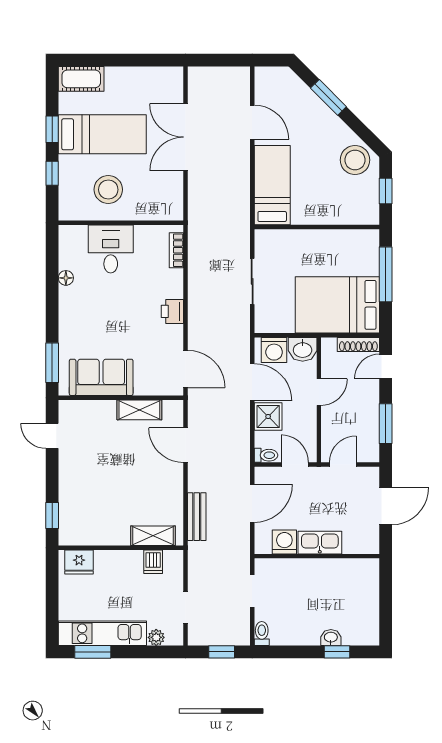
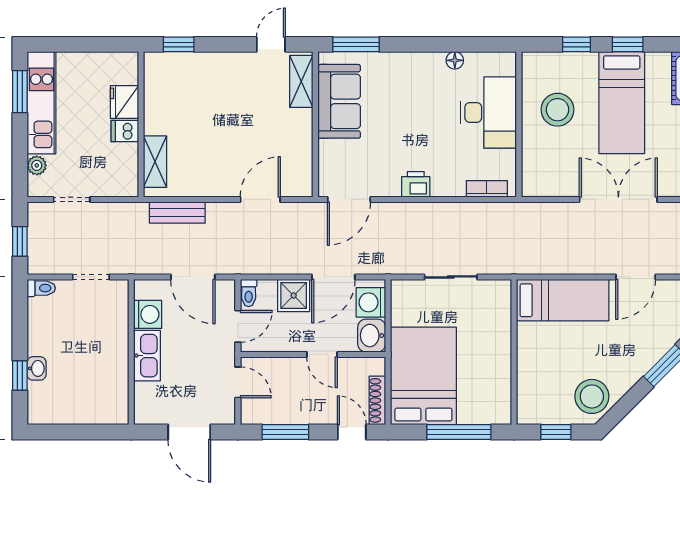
desk: (111, 249) -> (488, 112), width x1.37
shelving: (139, 410) -> (301, 81), moved
fridge: (79, 562) -> (124, 102), moved
dishwasher: (153, 562) -> (125, 131), moved

